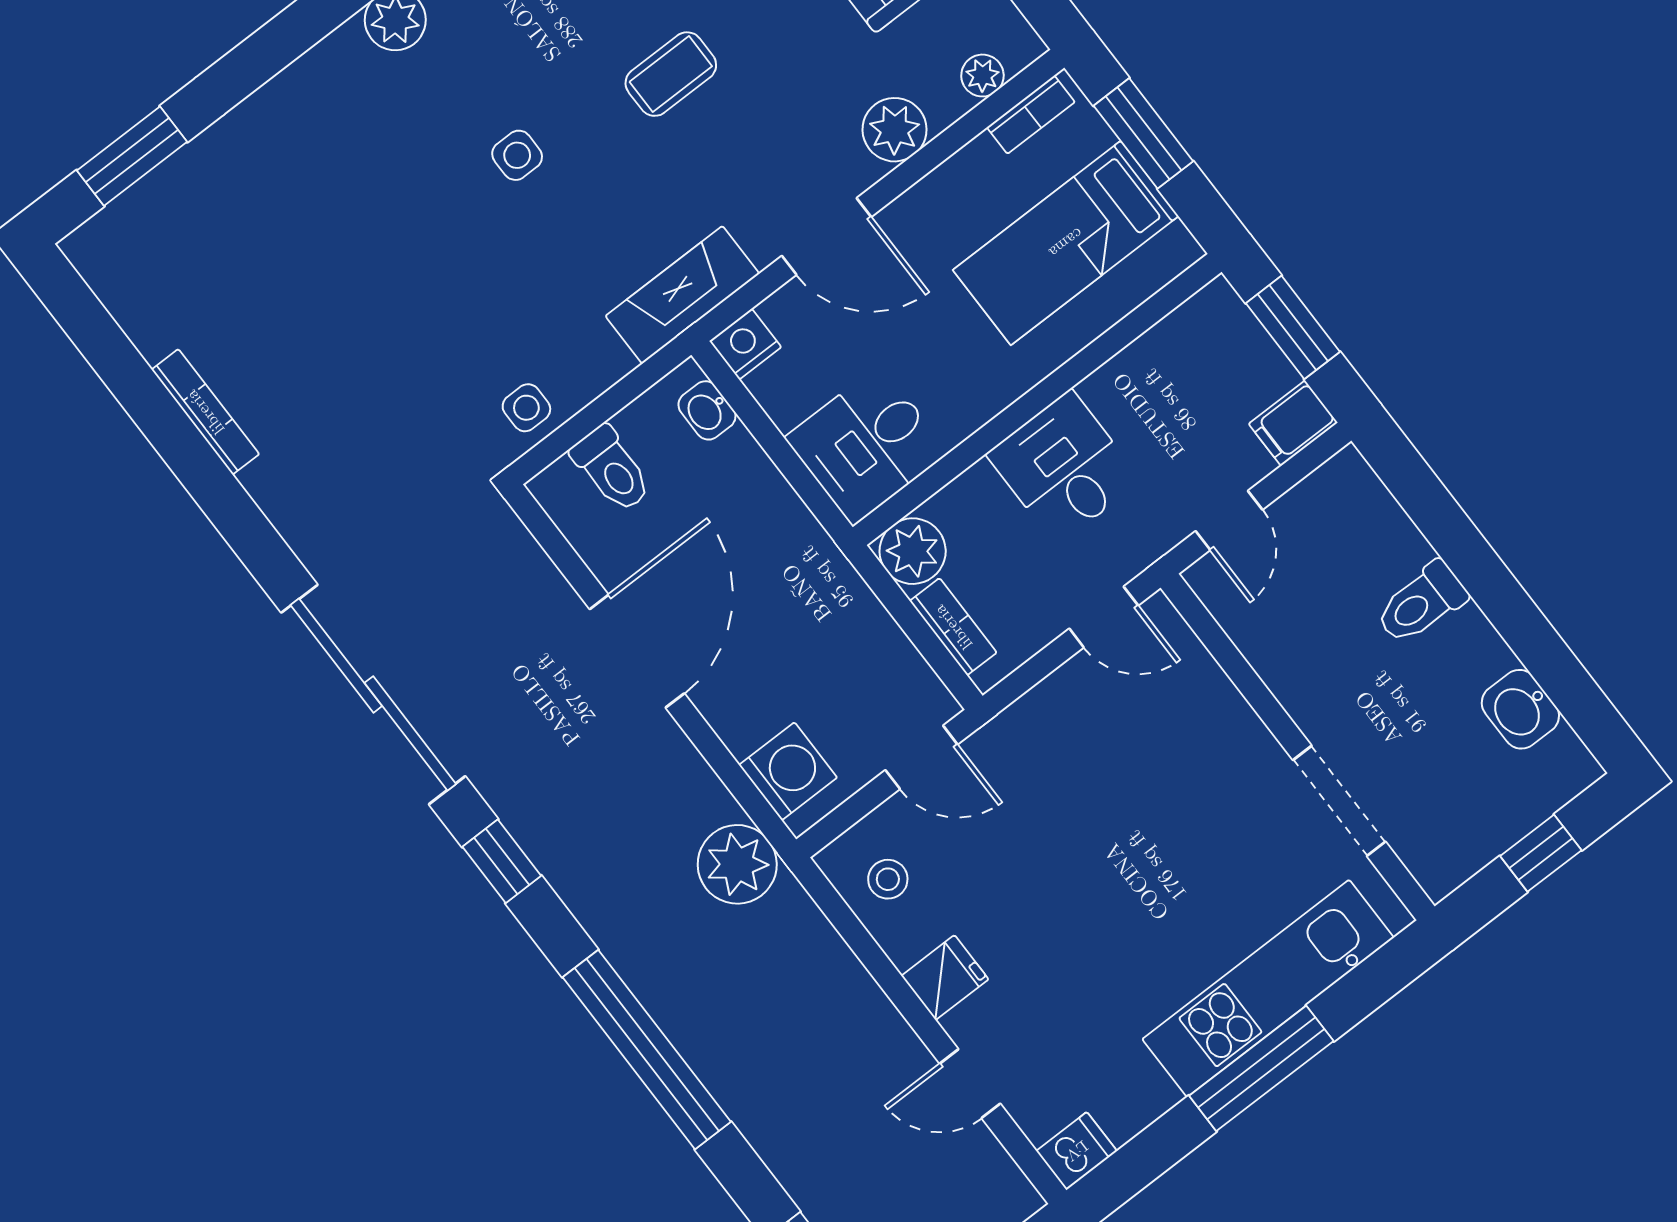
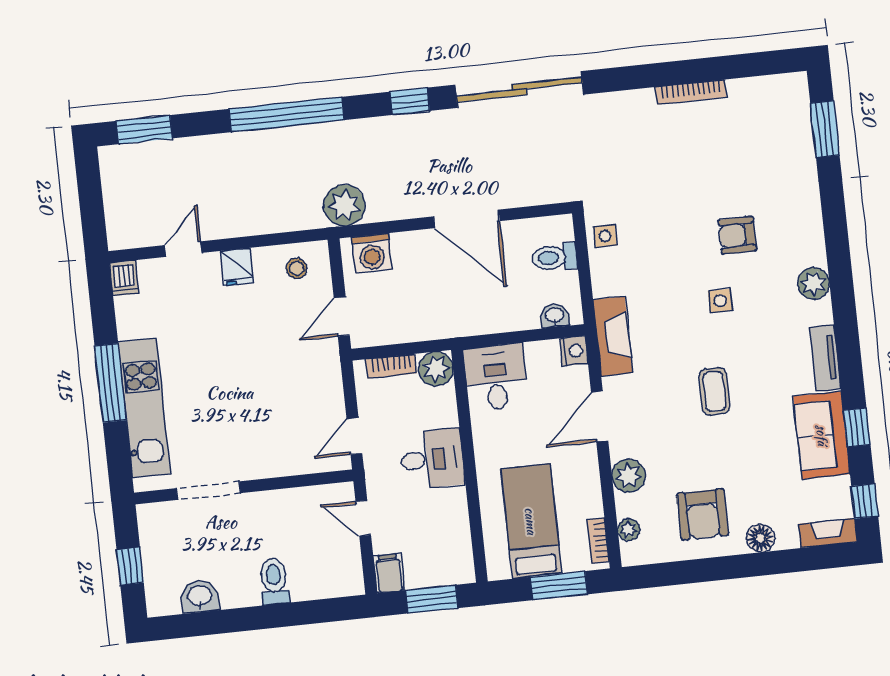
armchair: (393, 193) -> (737, 235), added

